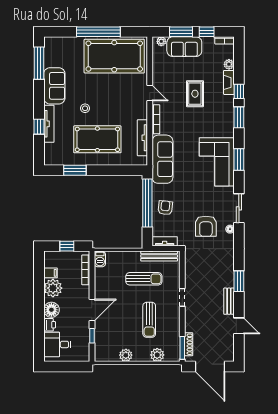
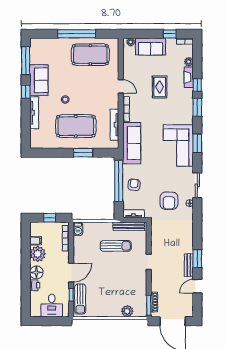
window: (181, 32) -> (148, 34), removed
pool table: (114, 56) -> (90, 55), width x0.73, depth x0.76
window: (39, 127) -> (26, 92), moved
window: (75, 170) -> (83, 153), moved
window: (239, 281) -> (197, 259), moved
sun lounger: (149, 320) -> (80, 299), moved
door: (239, 326) -> (197, 286), swing flipped
desk: (57, 344) -> (52, 306), moved, turned -90
plant: (126, 355) -> (100, 311), removed

